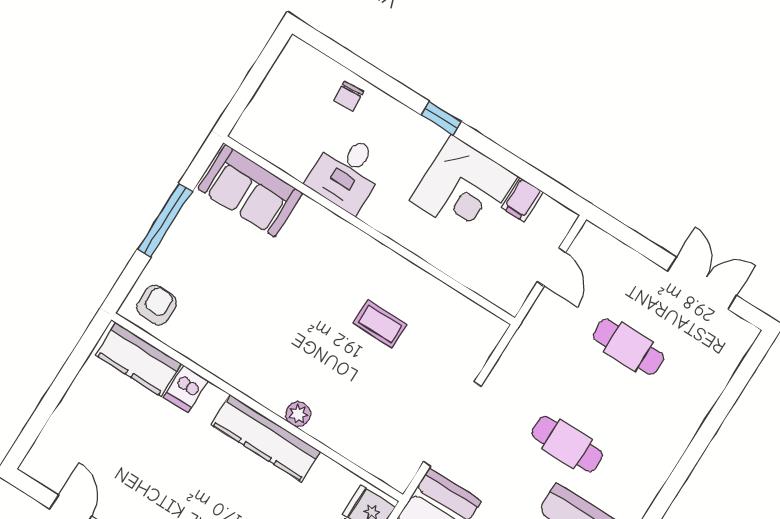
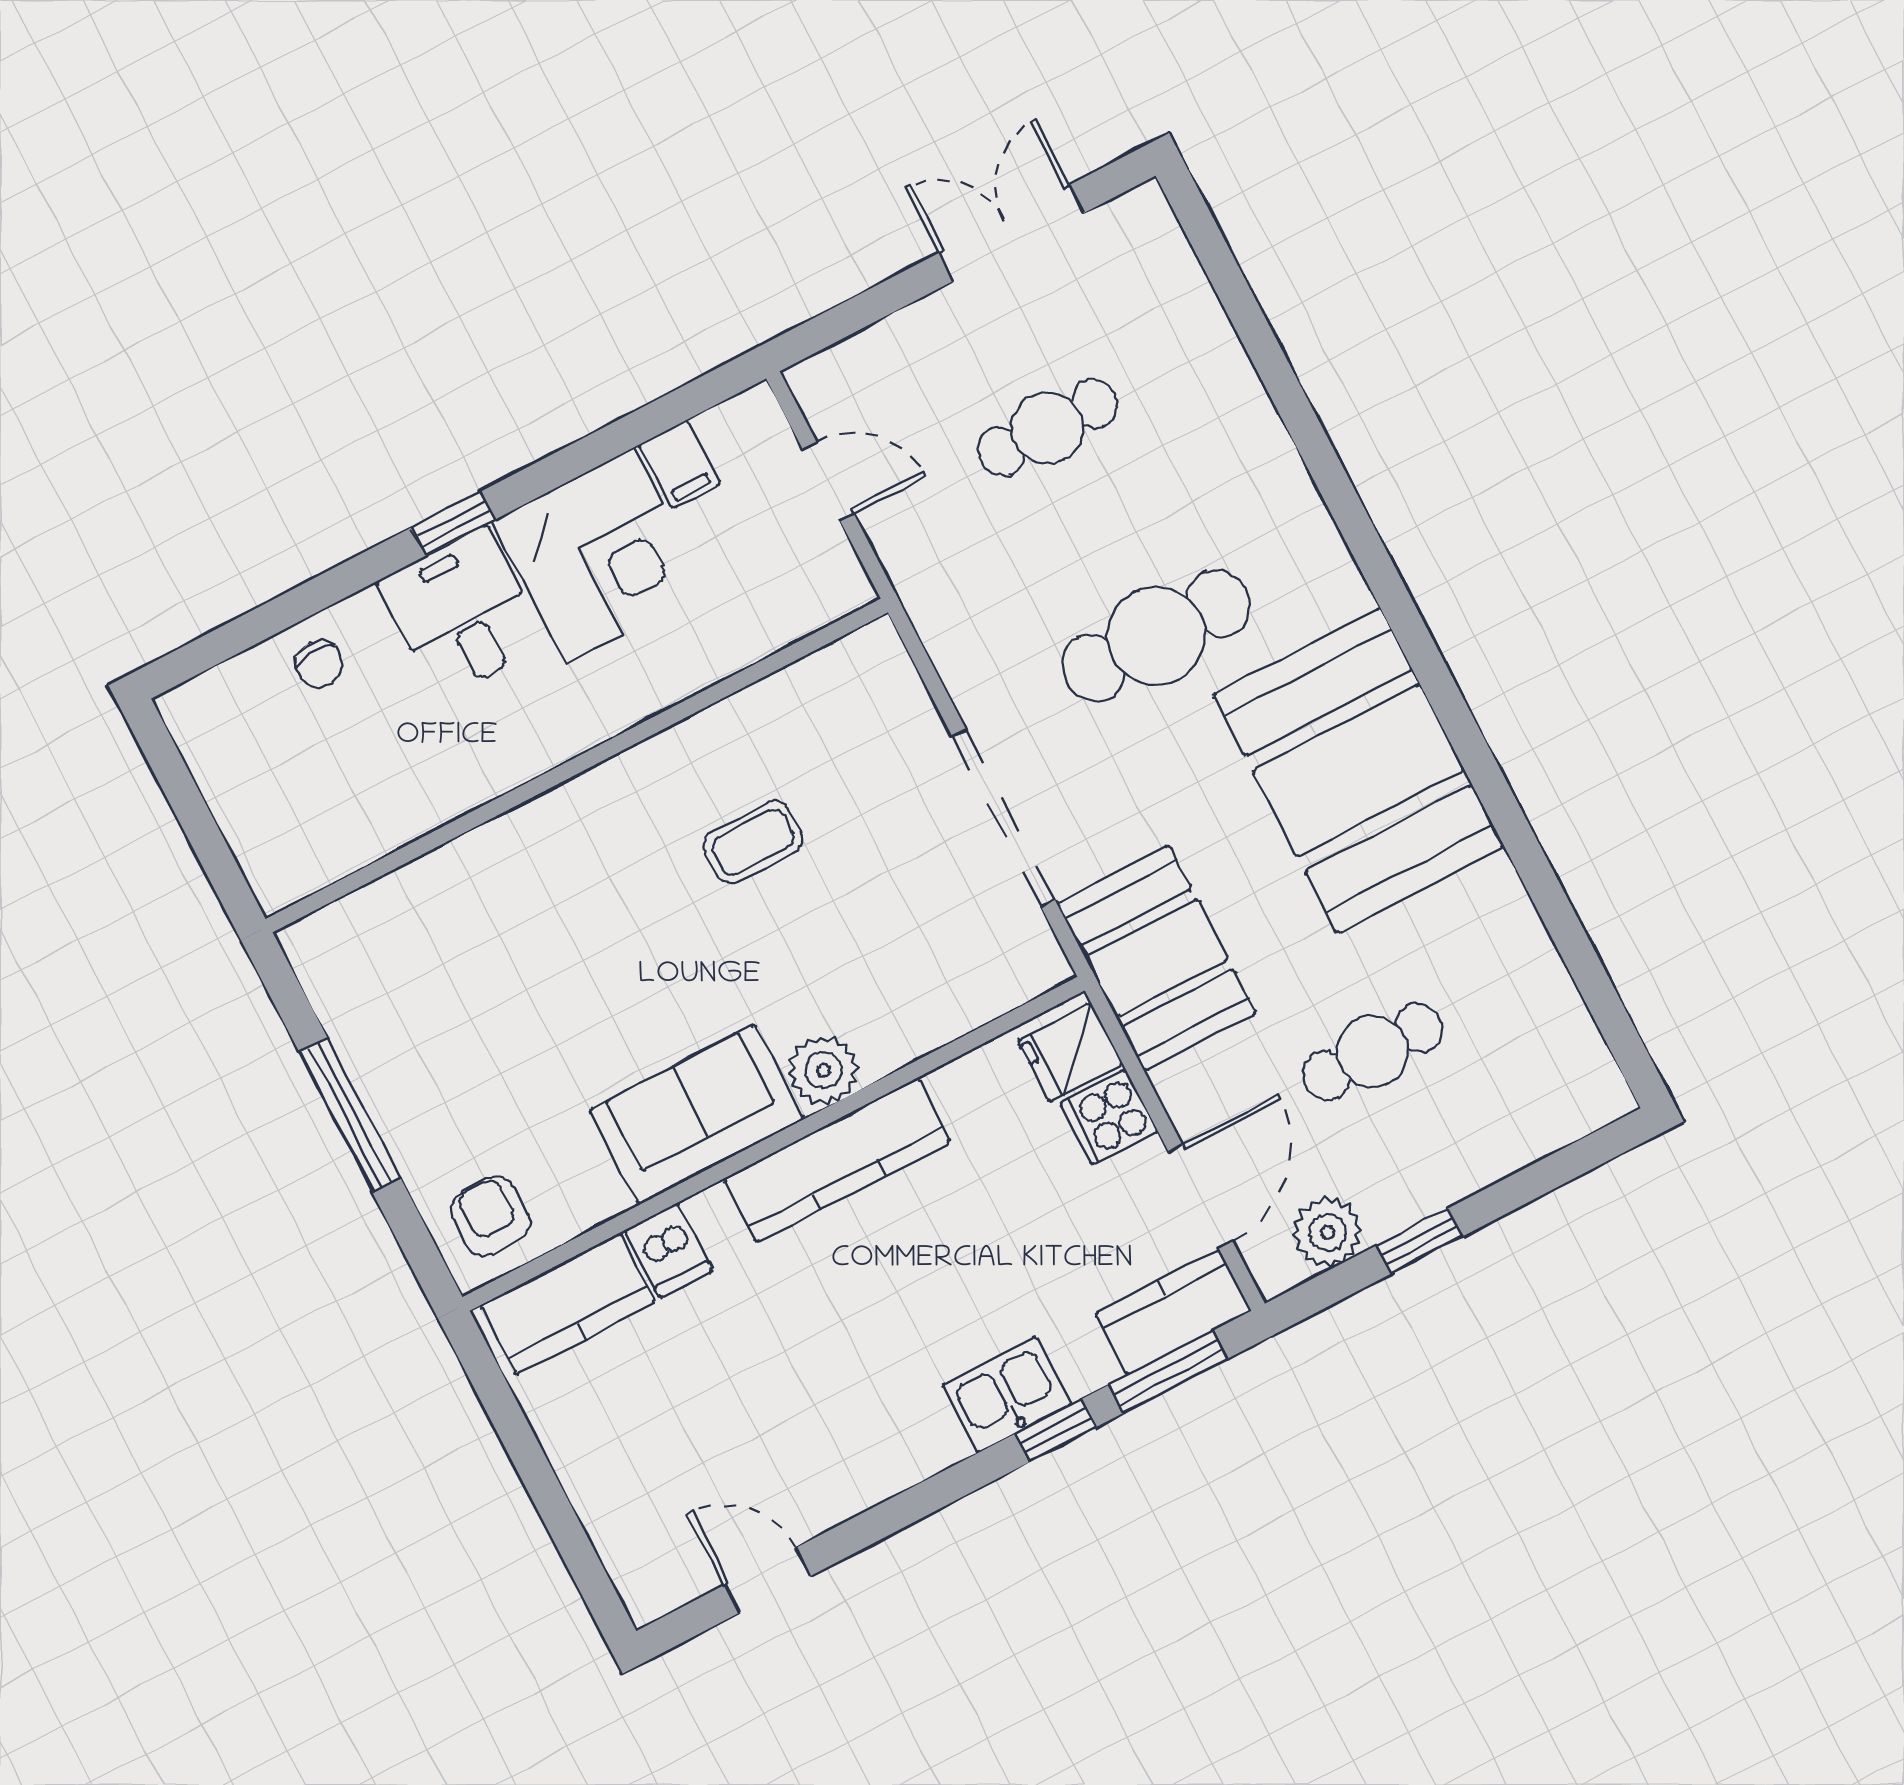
desk: (347, 173) -> (462, 613), moved, turned 180
sofa: (250, 191) -> (697, 1115), moved, turned 180
plant: (298, 414) -> (823, 1070), width x1.38, depth x1.38
cafe table: (567, 444) -> (1156, 636), width x1.37, depth x1.35

